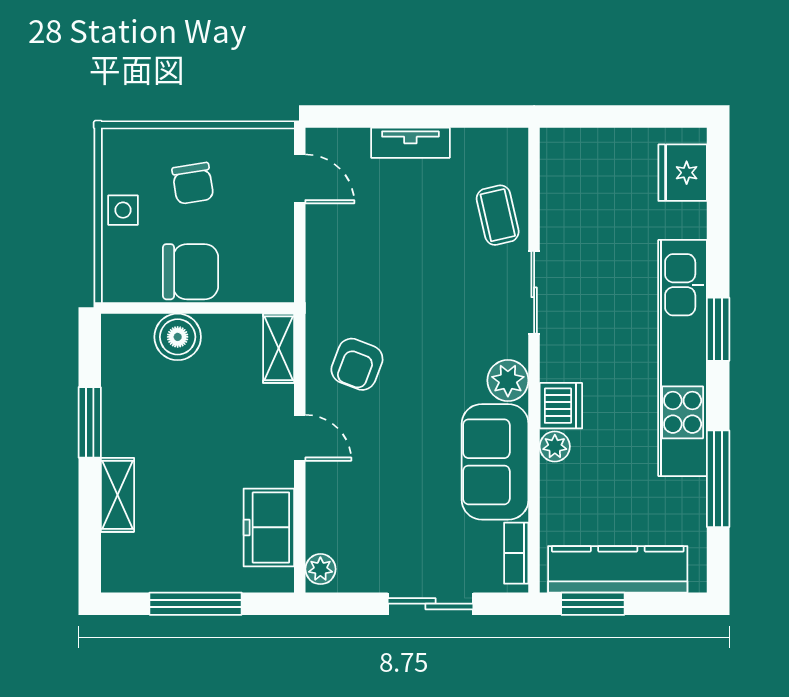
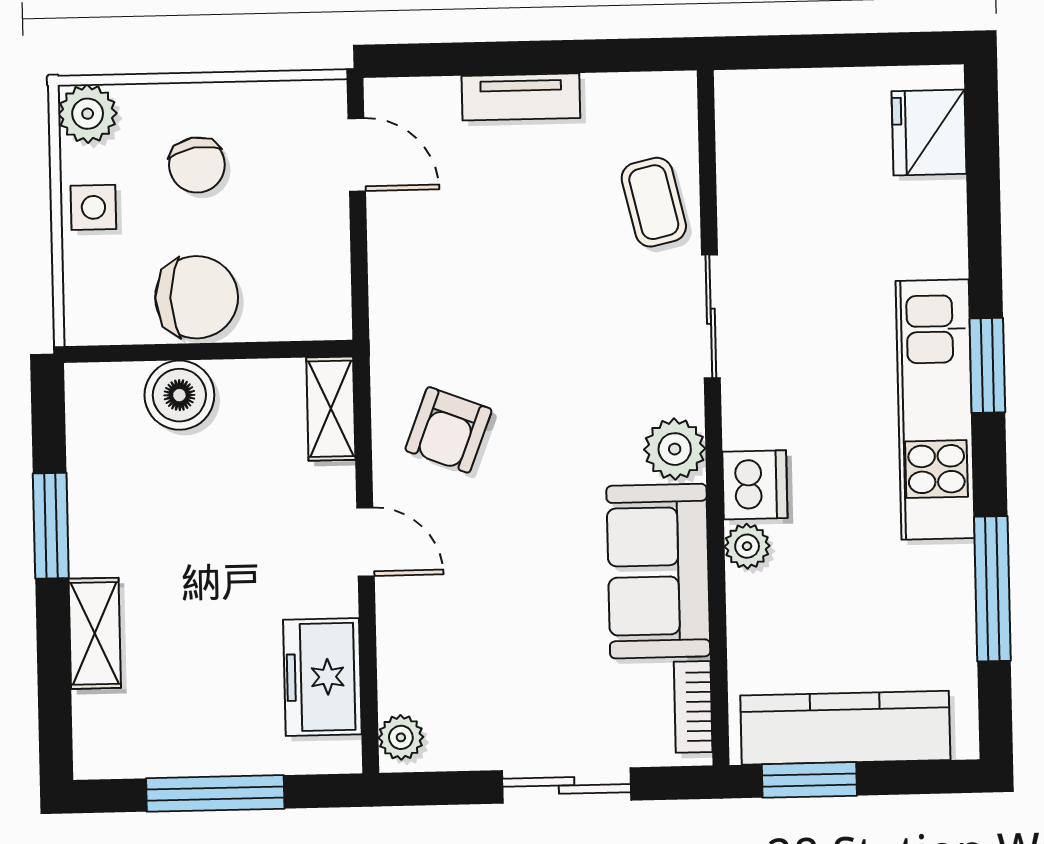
plant: (121, 147) -> (88, 114), added
kitchen unit: (683, 358) -> (935, 409), width x0.73

